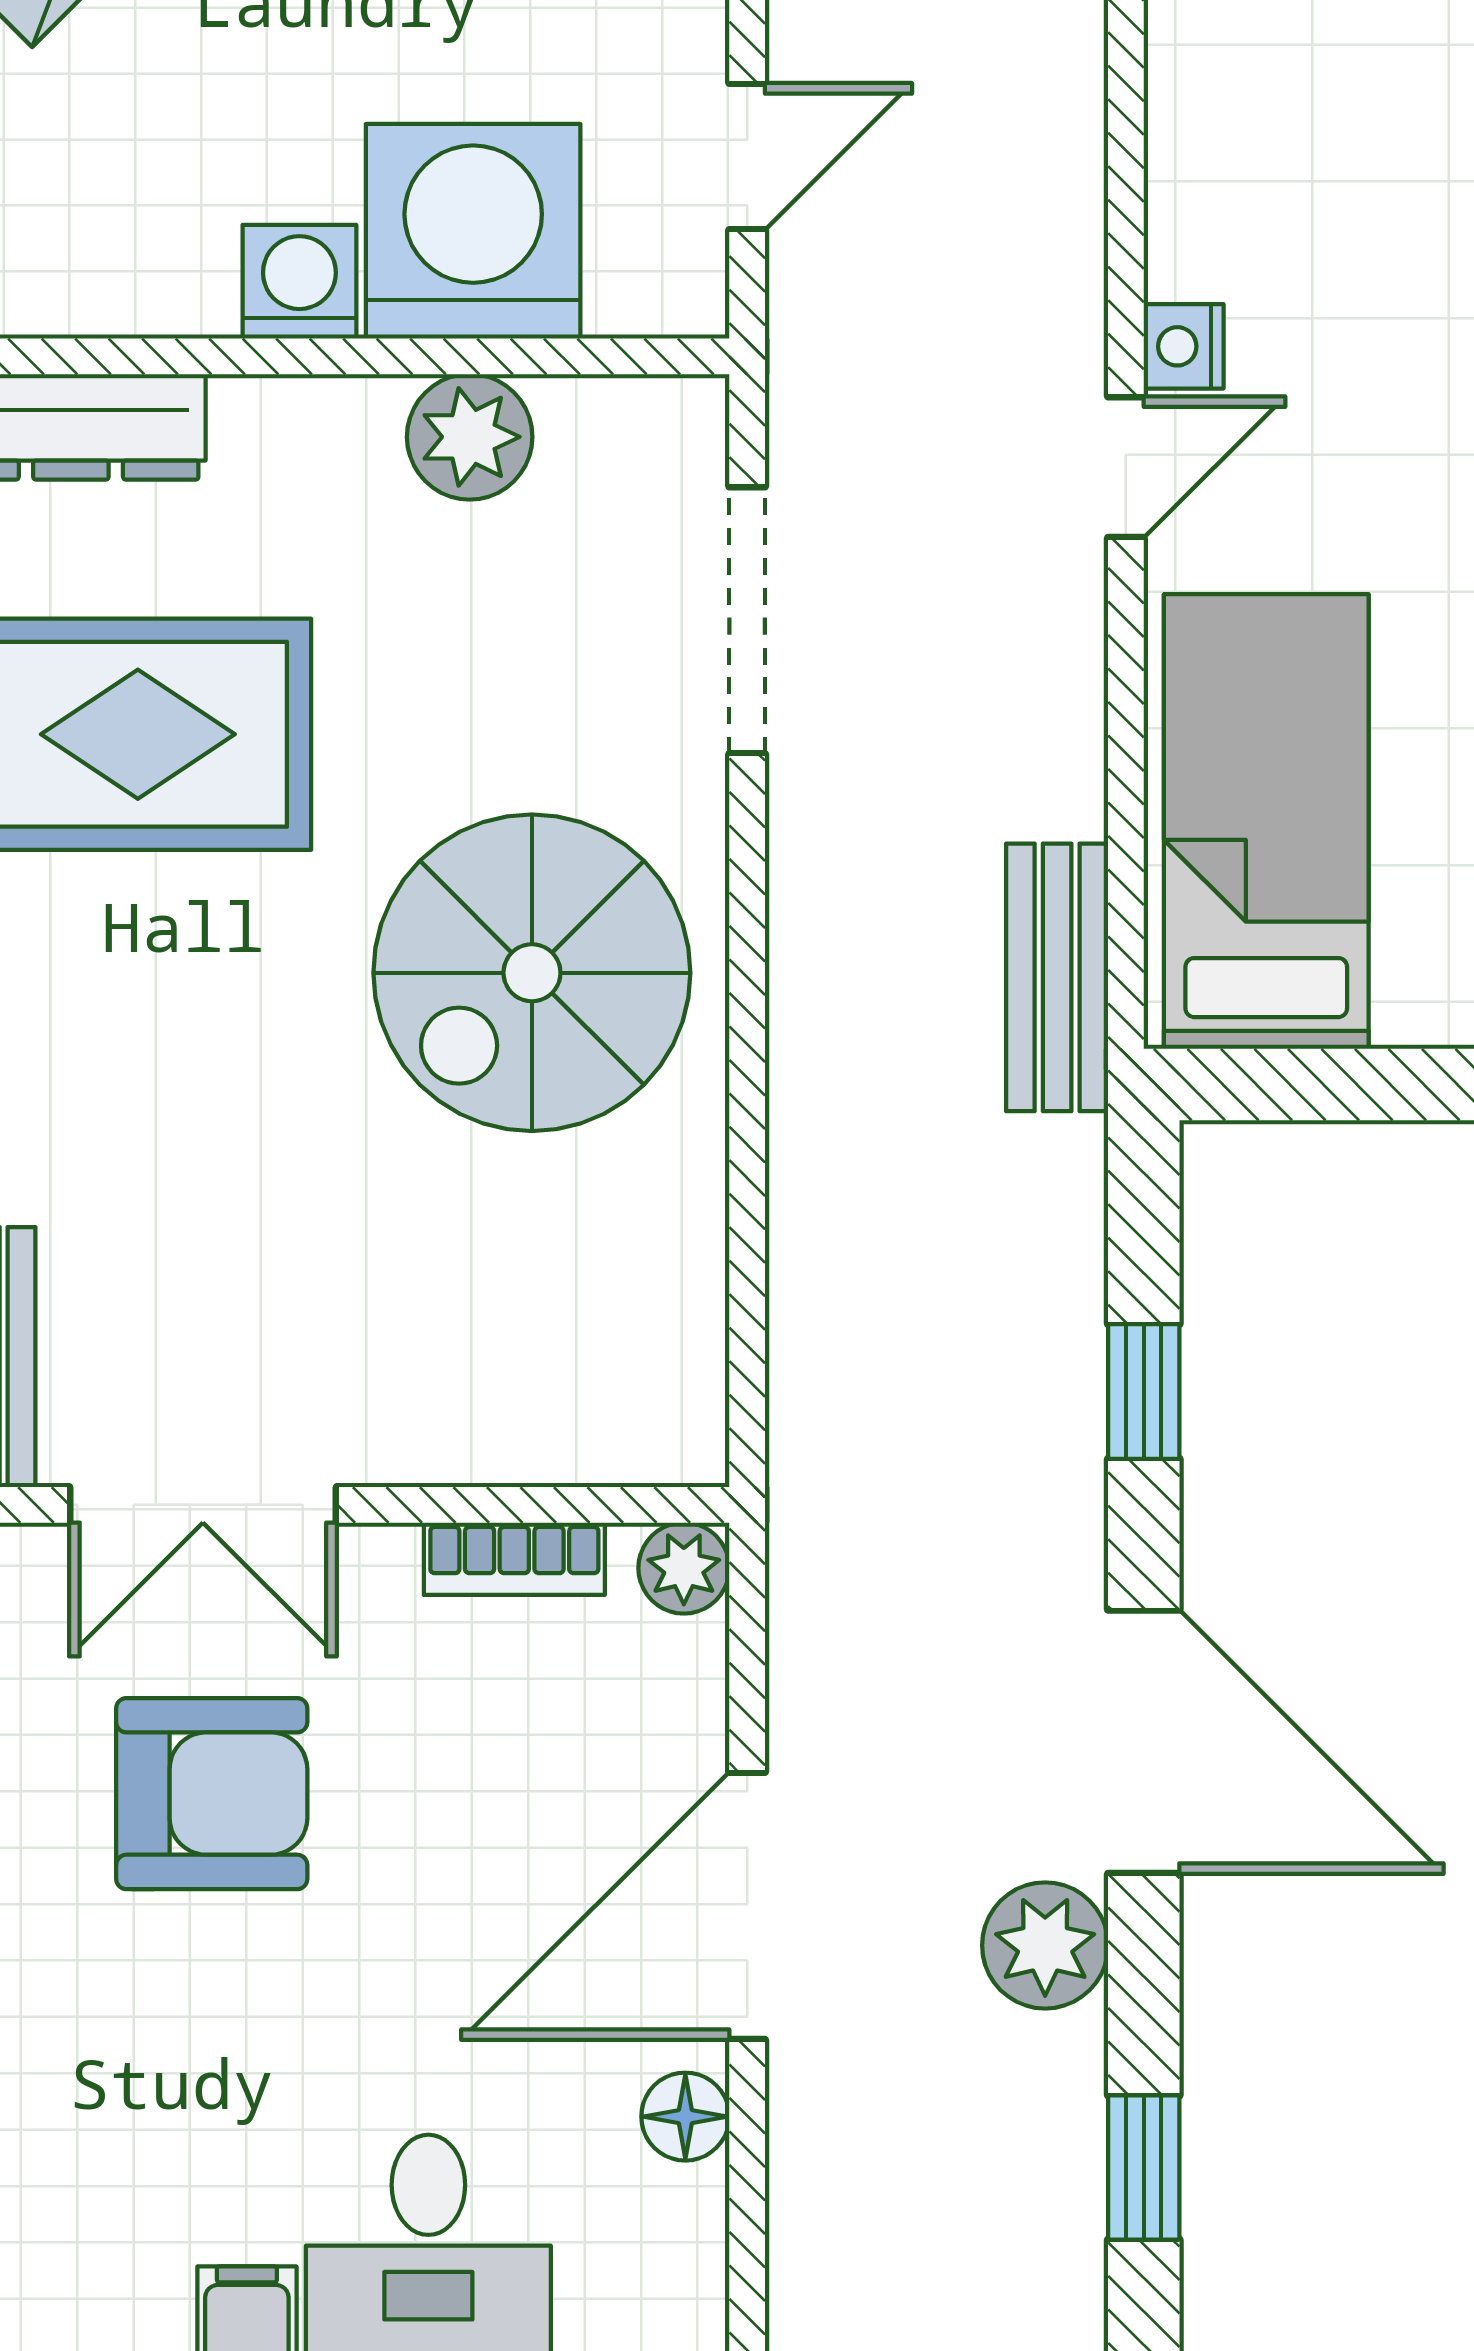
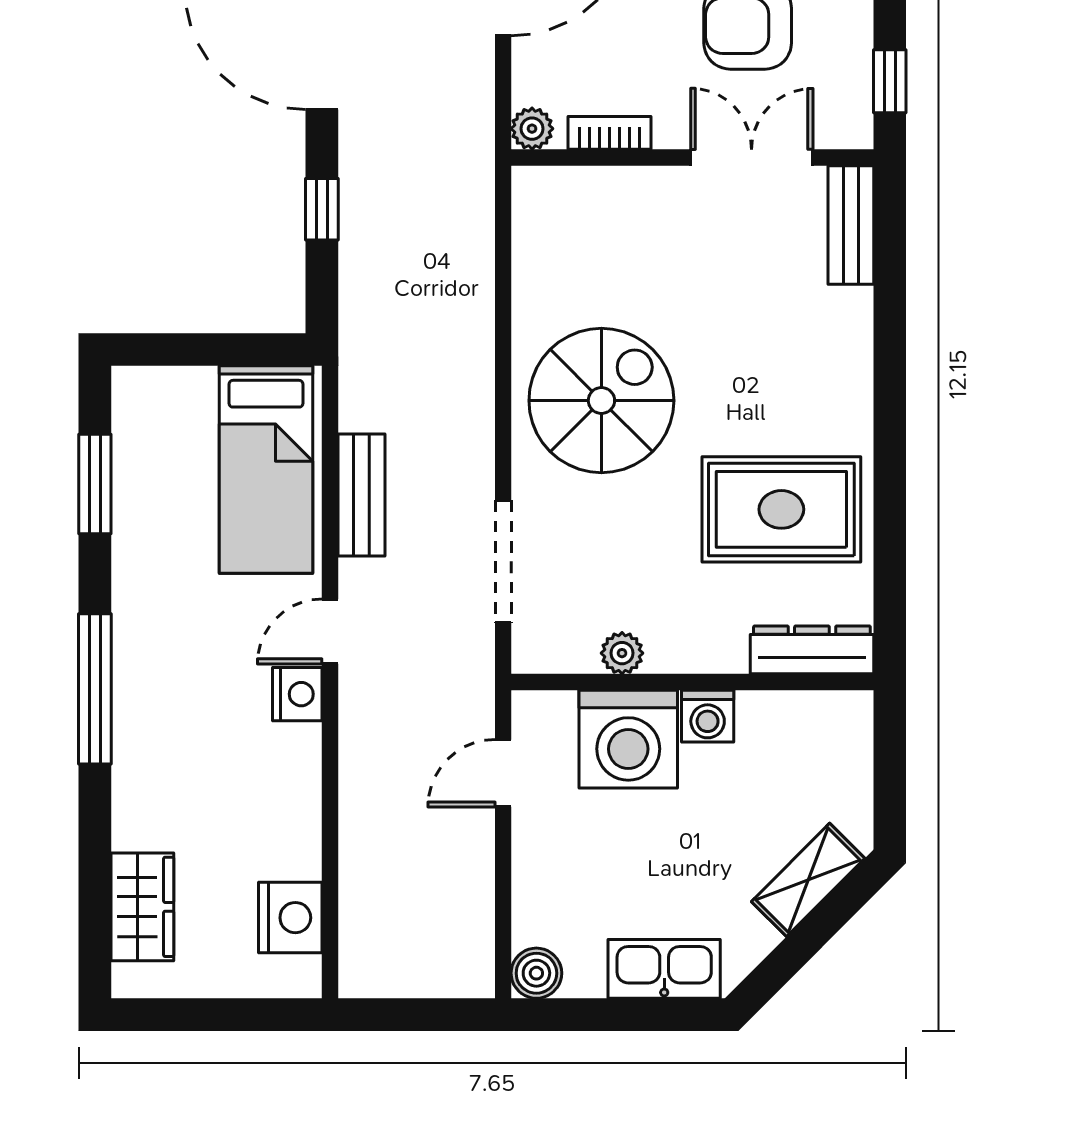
nightstand: (1184, 346) -> (297, 694), width x1.39, depth x1.35
plant: (470, 437) -> (622, 653), width x0.73, depth x0.73
bench: (1057, 977) -> (362, 495), moved

